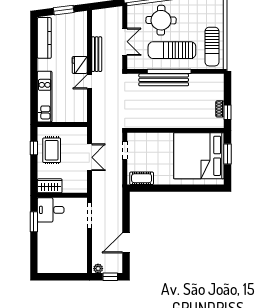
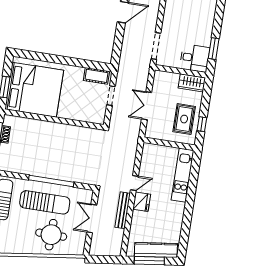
window: (64, 10) -> (149, 261), width x1.44
kitchen counter: (44, 38) -> (156, 250), moved, turned 83
bench: (164, 80) -> (58, 173), removed
doorway: (125, 150) -> (111, 96), moved

